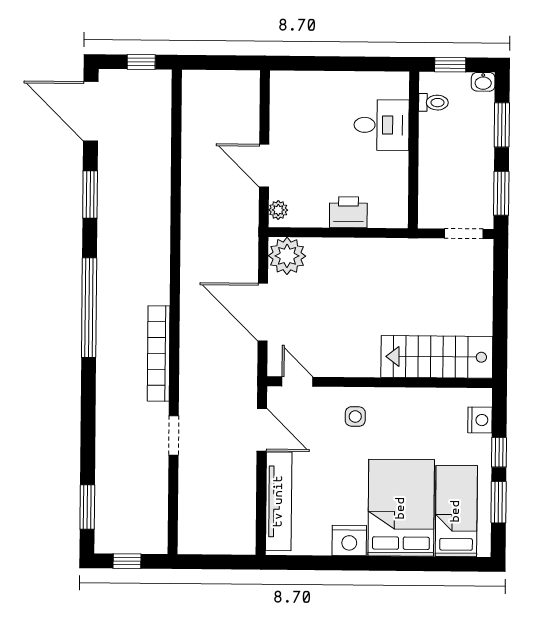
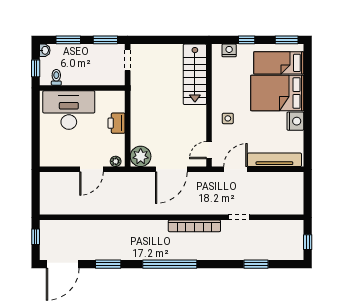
desk: (381, 125) -> (69, 110), width x1.87, depth x1.30
window: (499, 502) -> (287, 40), moved
window: (87, 507) -> (256, 264), moved

